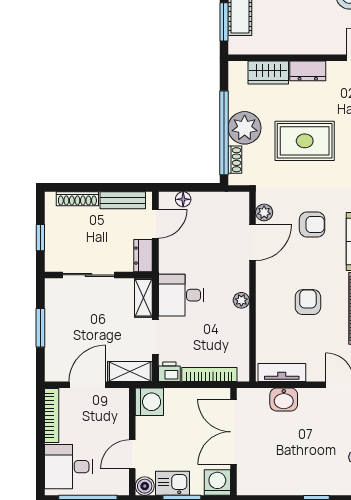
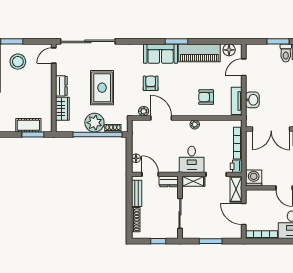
armchair: (308, 302) -> (206, 97), moved

